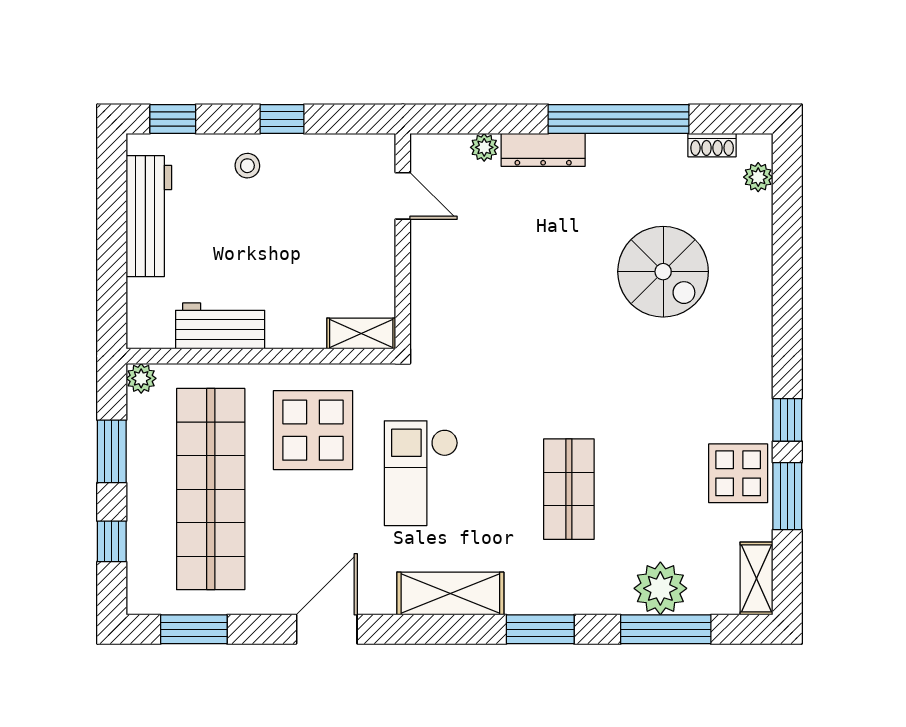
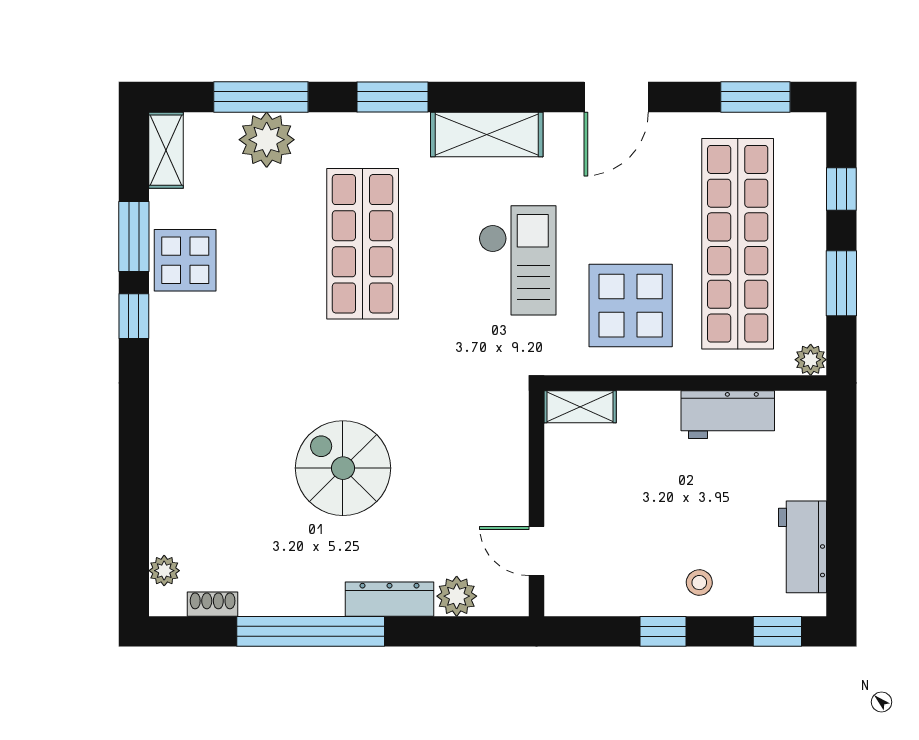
plant: (484, 147) -> (457, 596), width x1.38, depth x1.38
workbench: (149, 216) -> (802, 547), width x0.73
spiral stairs: (663, 272) -> (343, 468), moved
shop shelf: (569, 489) -> (363, 244), width x1.43, depth x1.36

